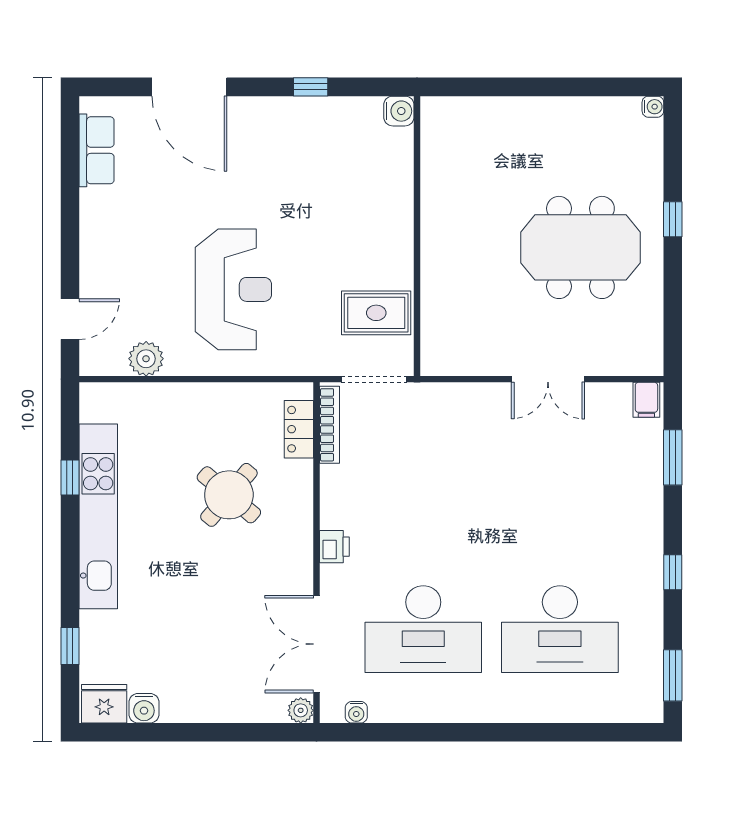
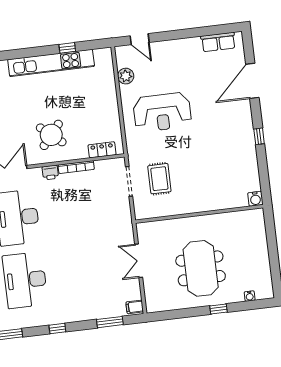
water cooler: (653, 107) -> (250, 296), moved
water cooler: (399, 111) -> (255, 199), moved
wall: (417, 236) -> (199, 214), moved
bookcase: (329, 425) -> (76, 167), moved
round table: (229, 495) -> (51, 135), moved

